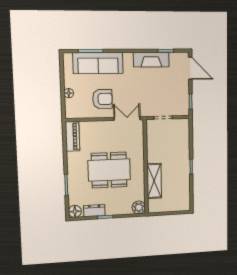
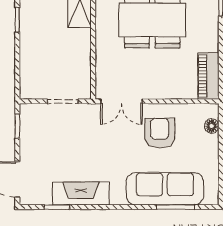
floor lamp: (69, 93) -> (212, 126), moved
armchair: (102, 99) -> (160, 133), turned 90

